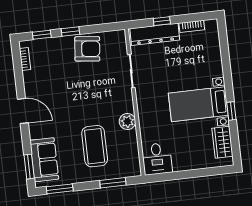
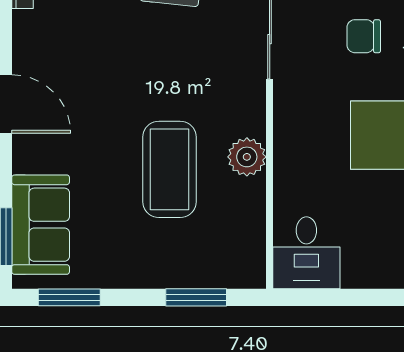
chair: (171, 65) -> (364, 36), added
coffee table: (95, 146) -> (169, 169), moved

